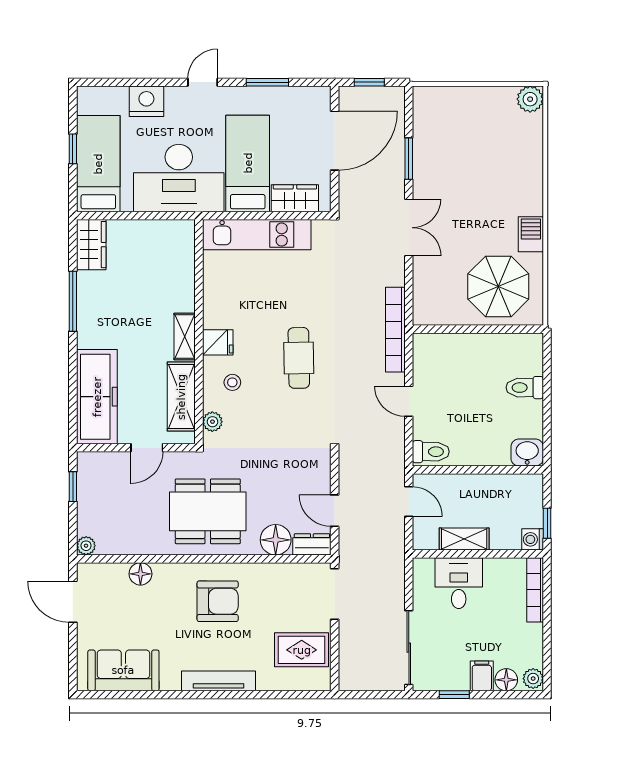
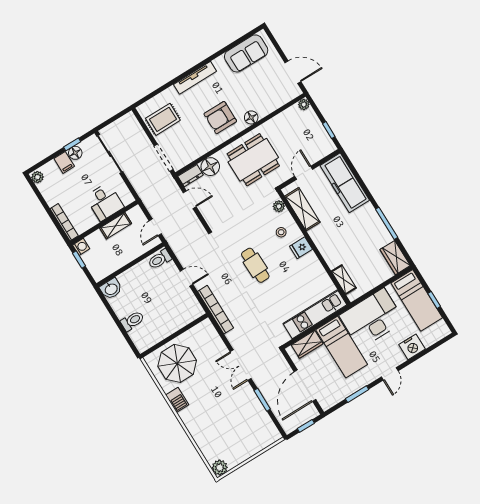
shelving: (185, 336) -> (344, 280), moved
door: (409, 501) -> (155, 227), hinge flipped
floor lamp: (140, 574) -> (251, 117), moved
floor lamp: (506, 680) -> (75, 153), moved

